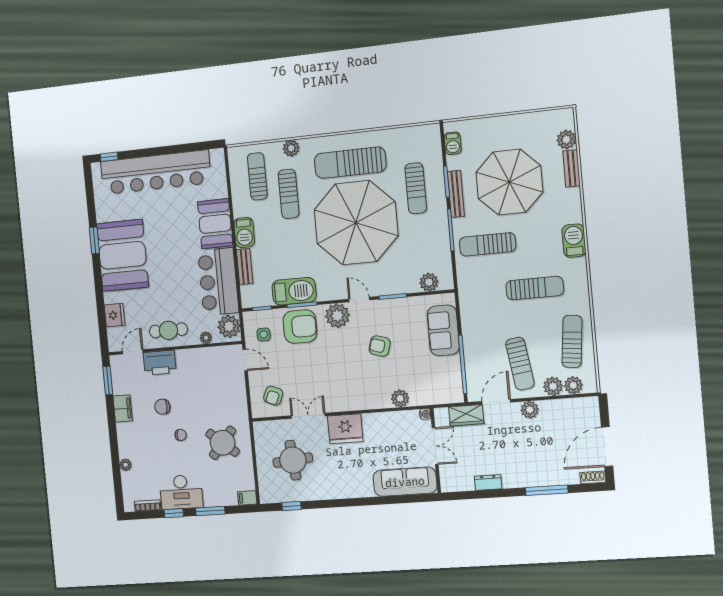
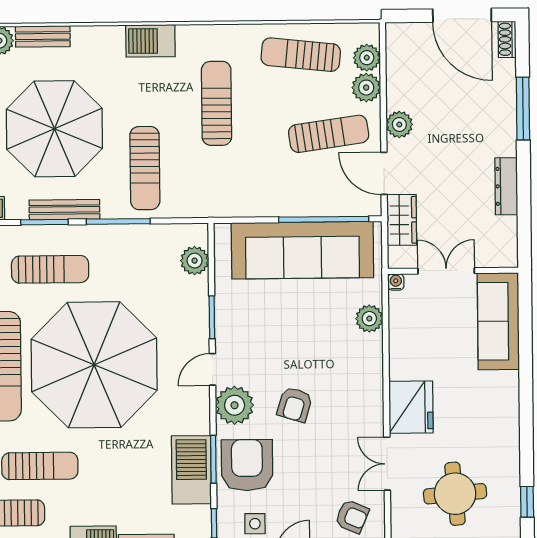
sofa: (443, 330) -> (302, 250), width x1.85, depth x1.27
armchair: (380, 346) -> (295, 404), moved
dresser: (488, 482) -> (506, 186), width x1.44

